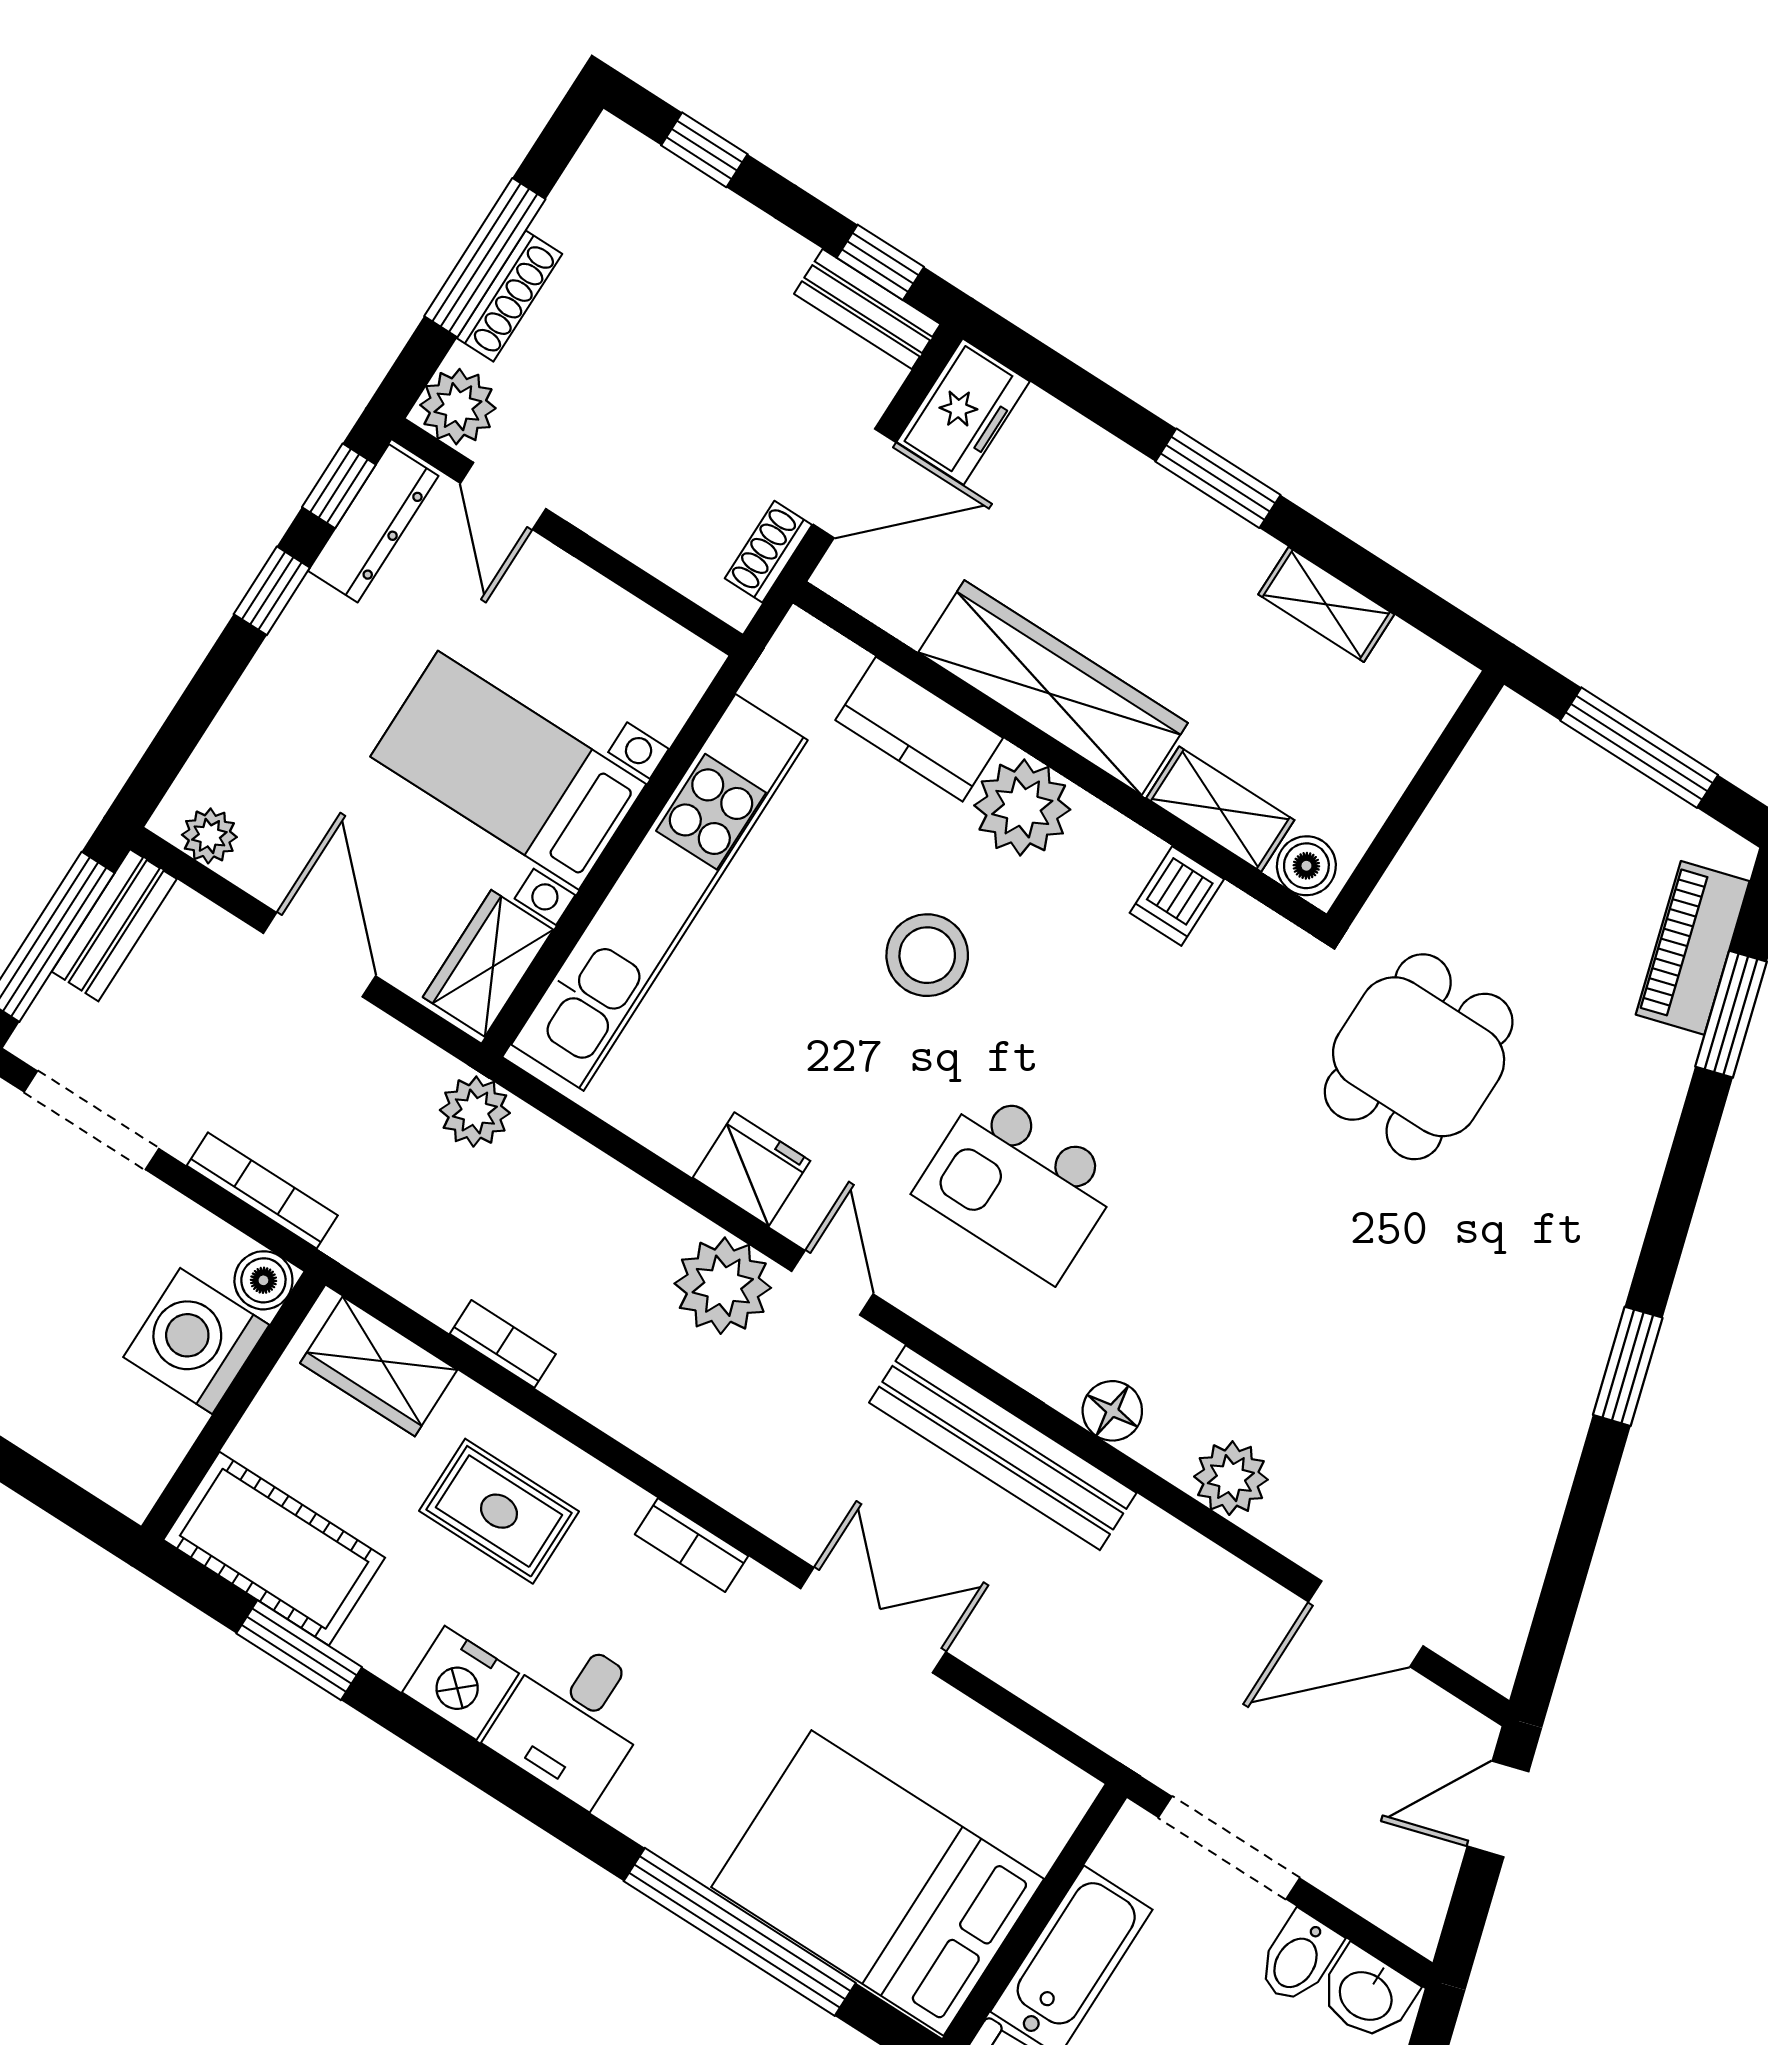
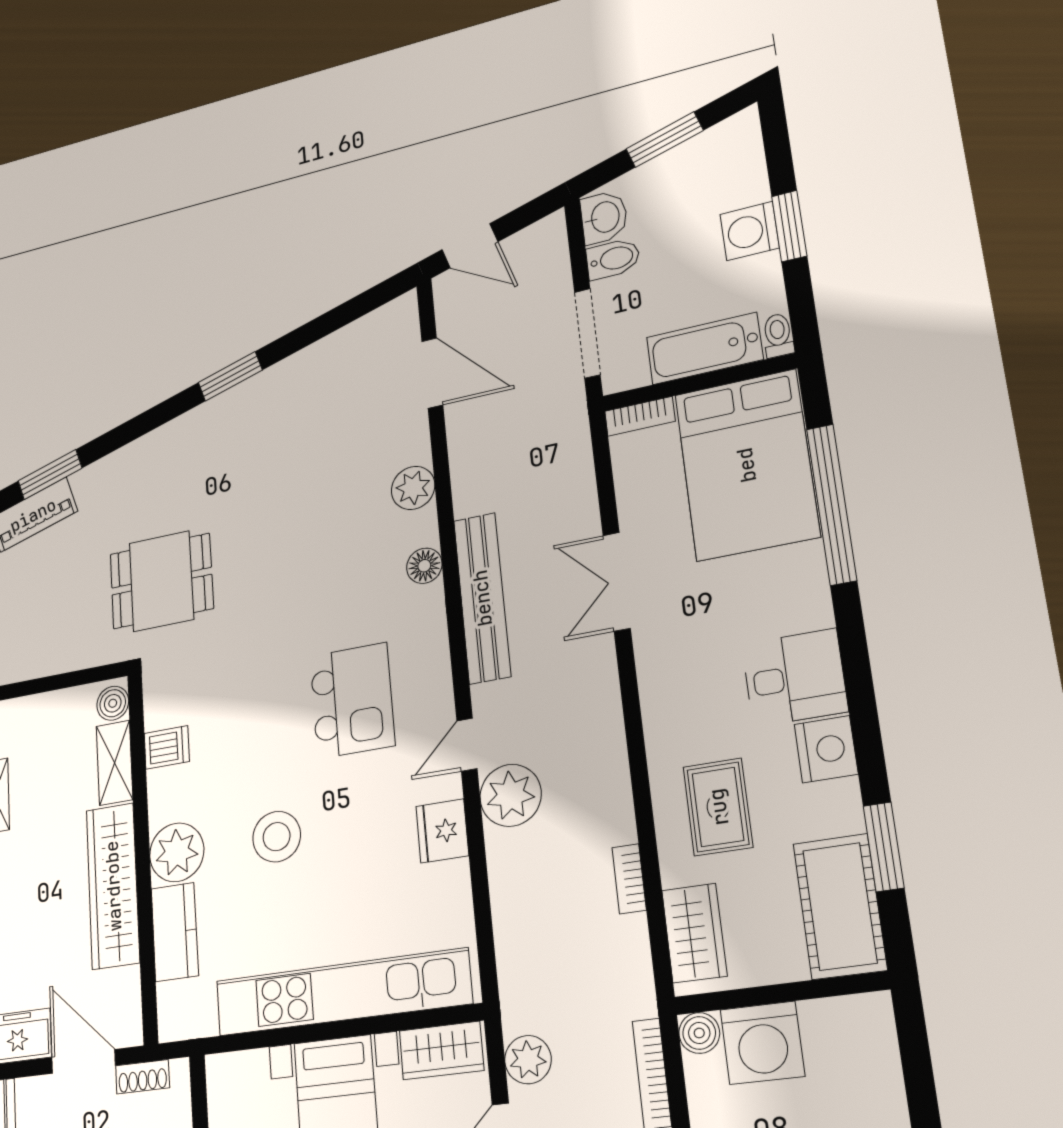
plant: (475, 1112) -> (528, 1060), moved
bookcase: (691, 1545) -> (640, 416), moved, turned 90

